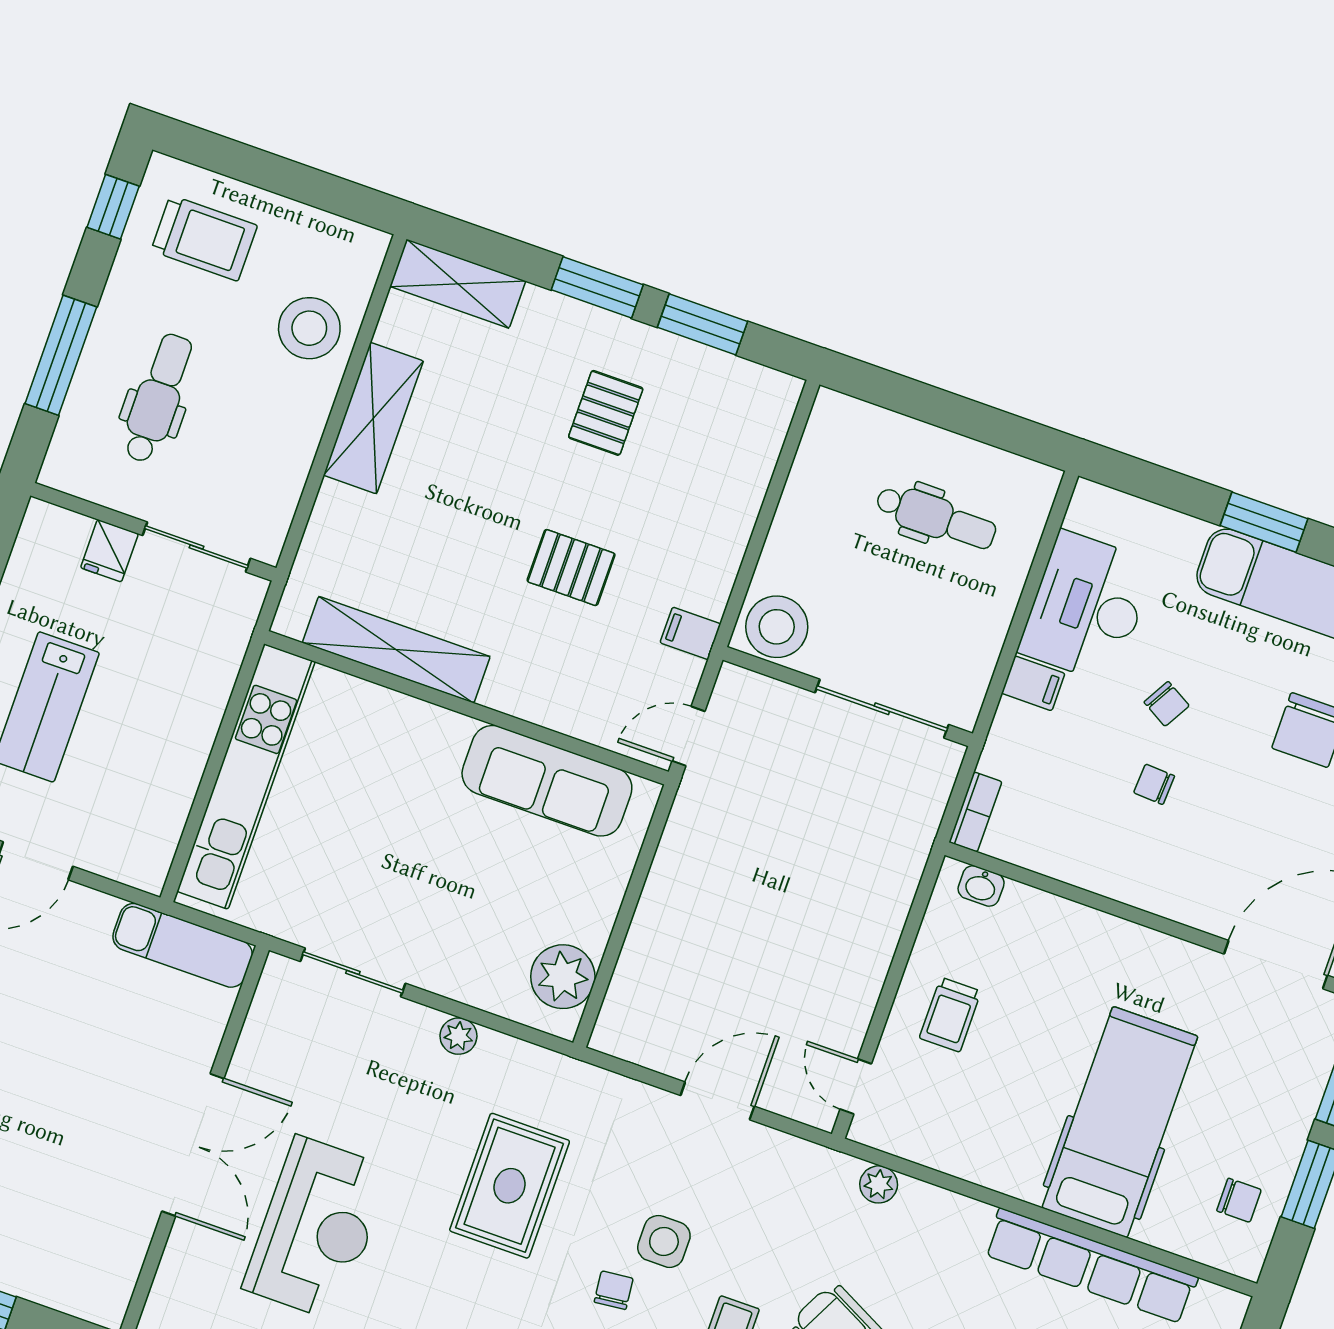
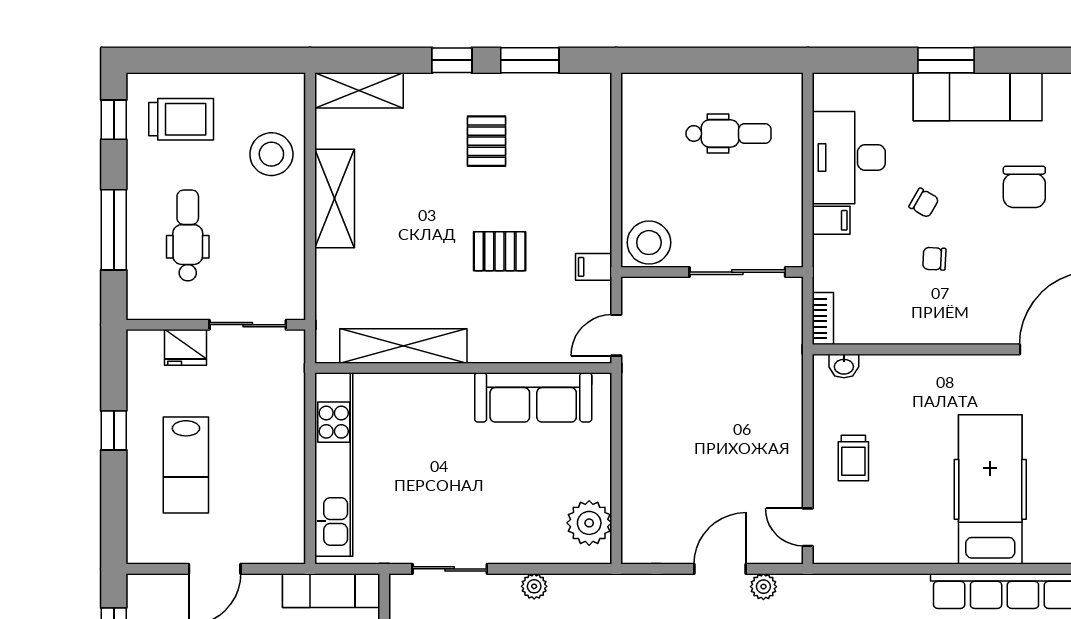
window: (597, 287) -> (452, 60), width x0.67
fridge: (109, 551) -> (185, 347), width x1.38
plant: (879, 1184) -> (763, 587), moved

